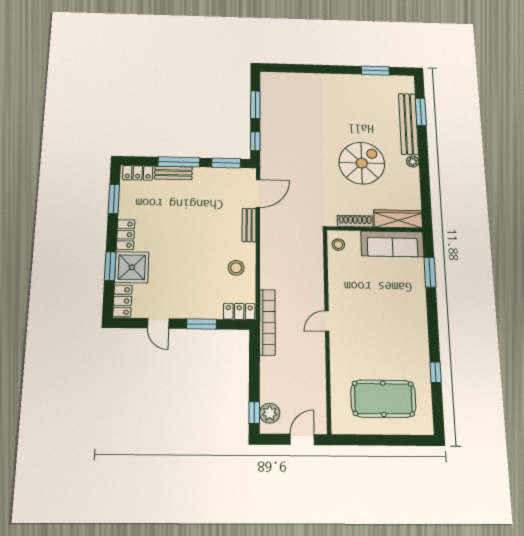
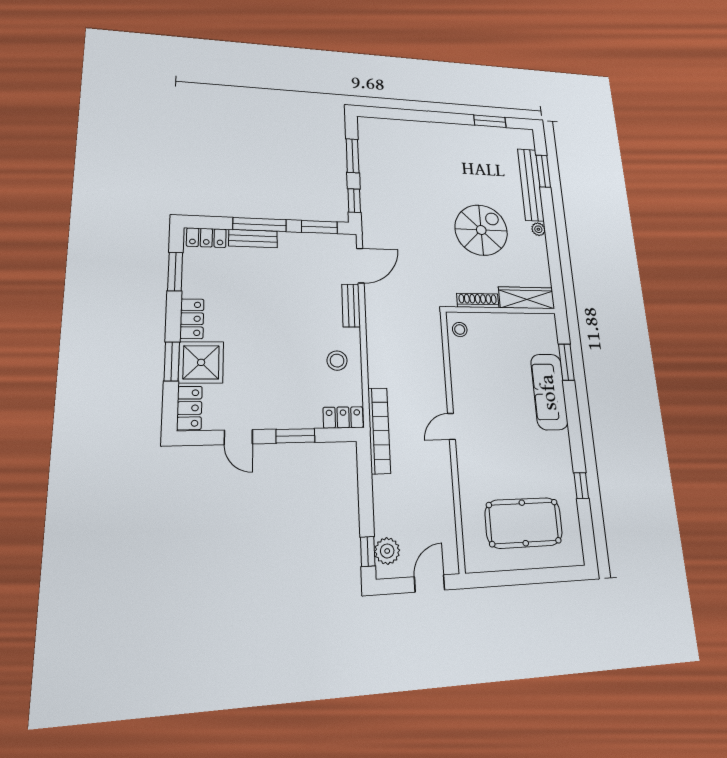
sofa: (392, 244) -> (549, 392), moved, turned 90

